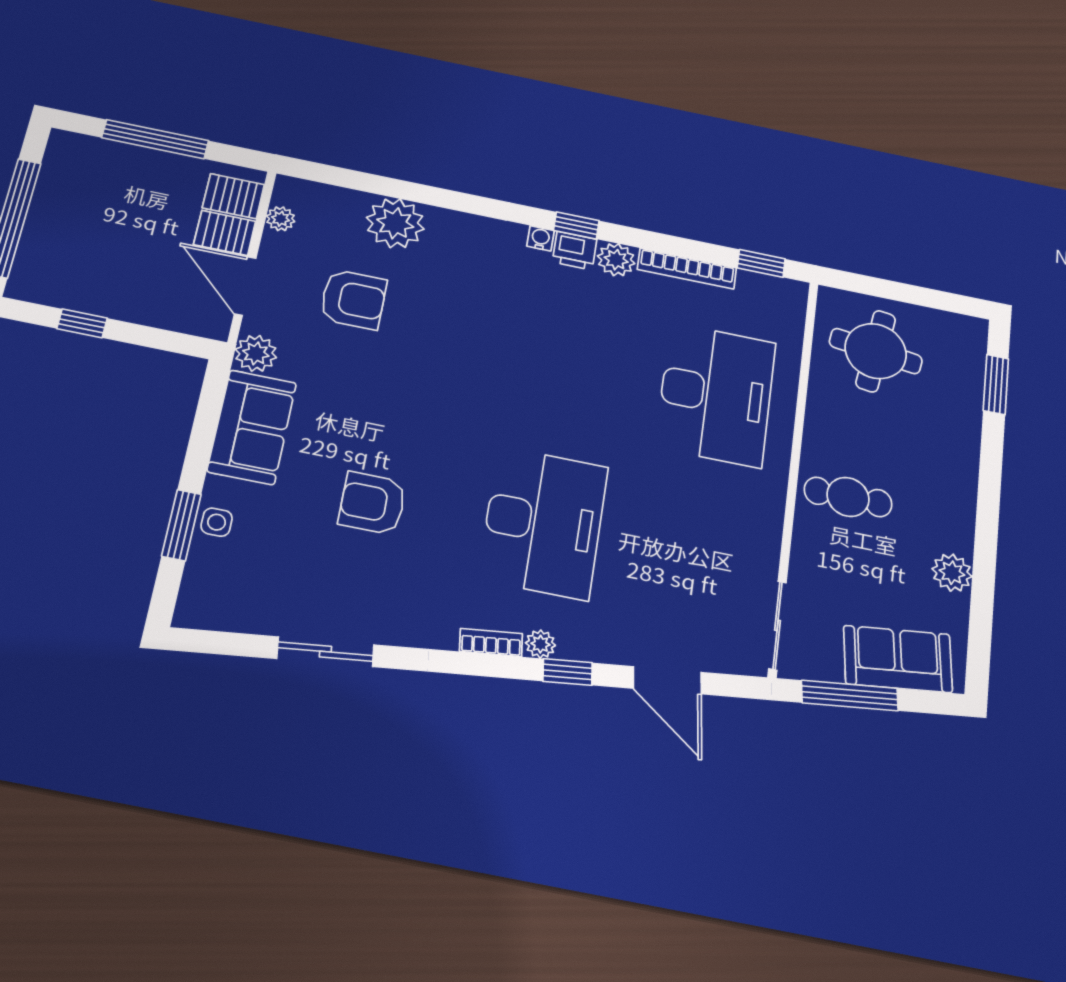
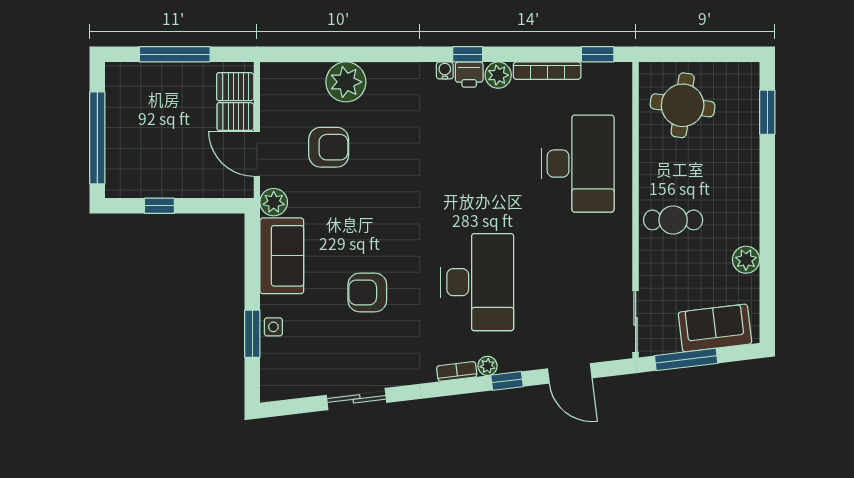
plant: (281, 219) -> (270, 97), removed

